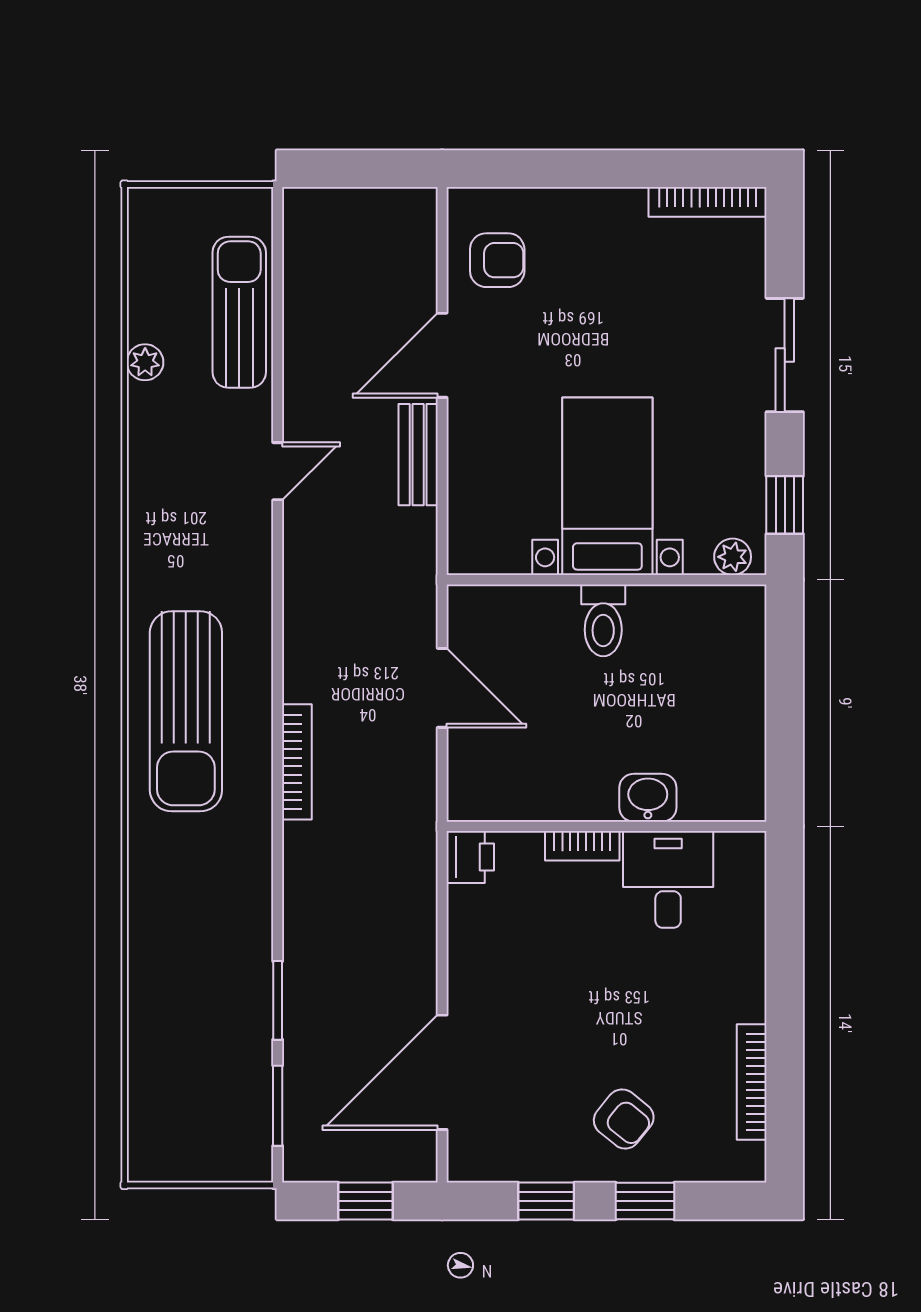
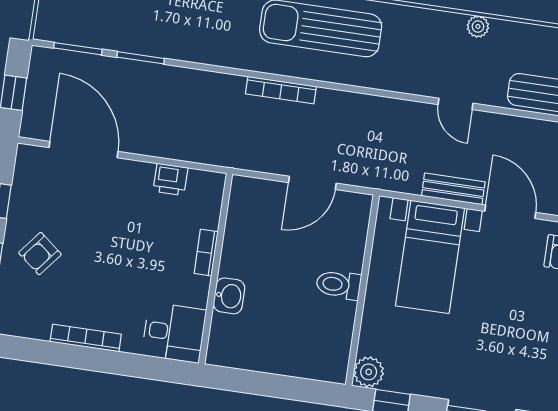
plant: (145, 362) -> (478, 26), moved
bed with nightstands: (607, 486) -> (430, 257), moved, turned 90
plant: (733, 557) -> (369, 372), width x1.38, depth x1.38
printer: (470, 857) -> (170, 179), moved
desk: (668, 879) -> (174, 333), moved
bookcase: (752, 1082) -> (86, 338), moved

